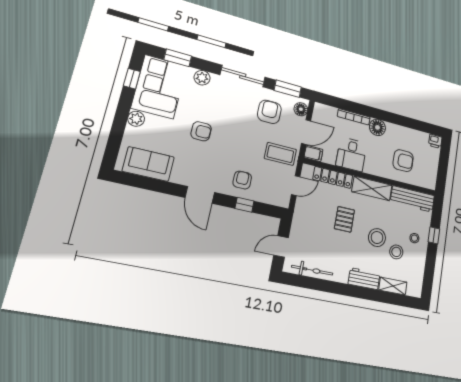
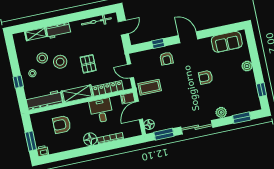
corner sofa: (159, 87) -> (244, 93), removed
armchair: (269, 112) -> (169, 112), removed
window: (444, 159) -> (31, 141), added
door: (296, 186) -> (131, 71), hinge flipped

